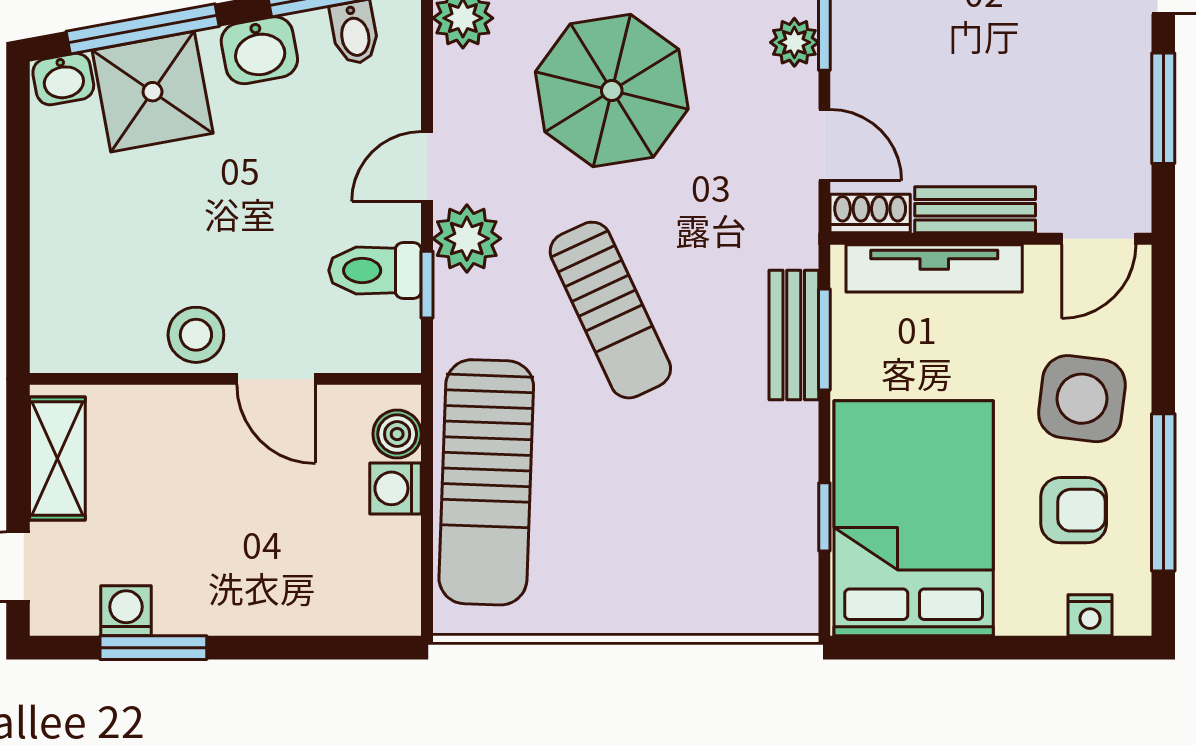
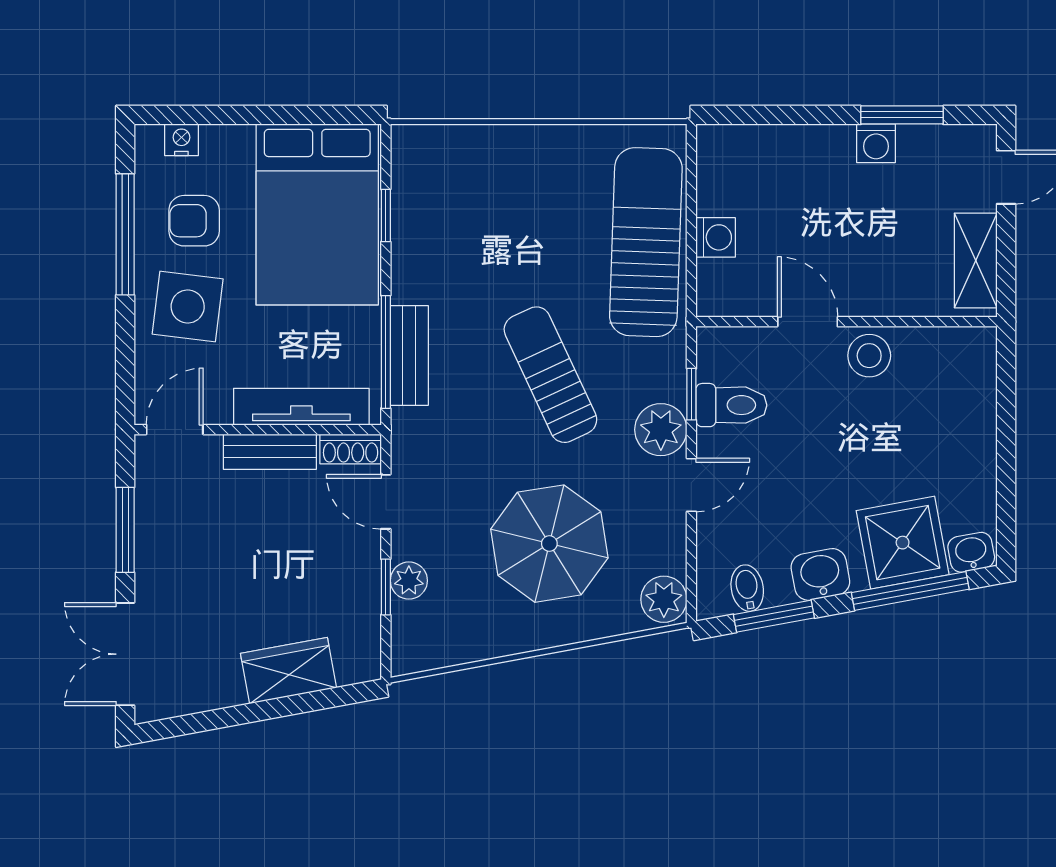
window: (824, 340) -> (386, 352), width x1.44
boiler: (397, 434) -> (714, 279), removed
washing machine: (126, 611) -> (876, 143), moved

